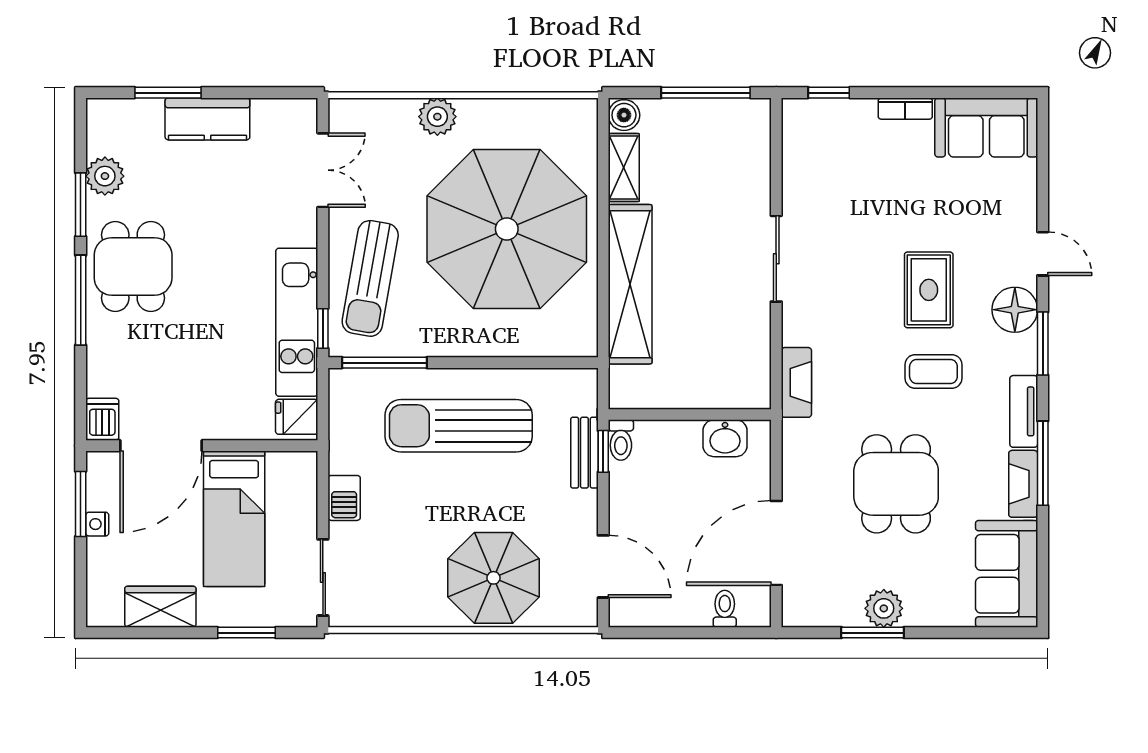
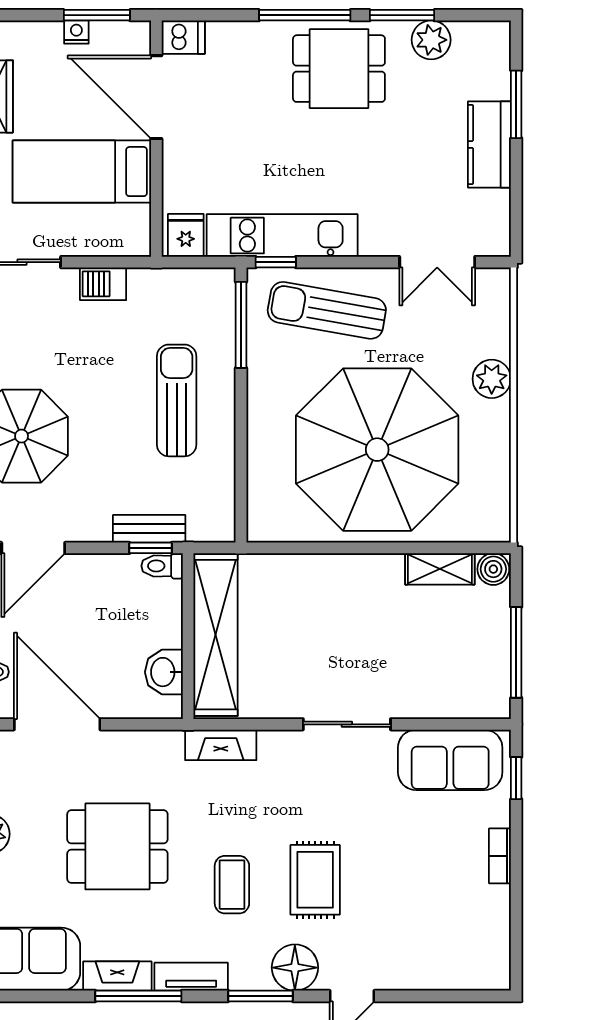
sofa: (986, 127) -> (450, 760), moved, turned -90
shelving: (630, 284) -> (216, 635), moved, turned 90
rug: (929, 290) -> (315, 880), turned 90
sun lounger: (459, 426) -> (177, 400), width x0.73, depth x0.75

